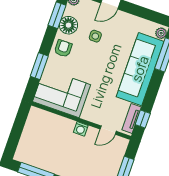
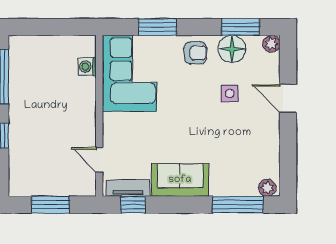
sofa: (140, 69) -> (180, 180), width x0.54, depth x0.79
washing machine: (81, 129) -> (87, 67), moved

